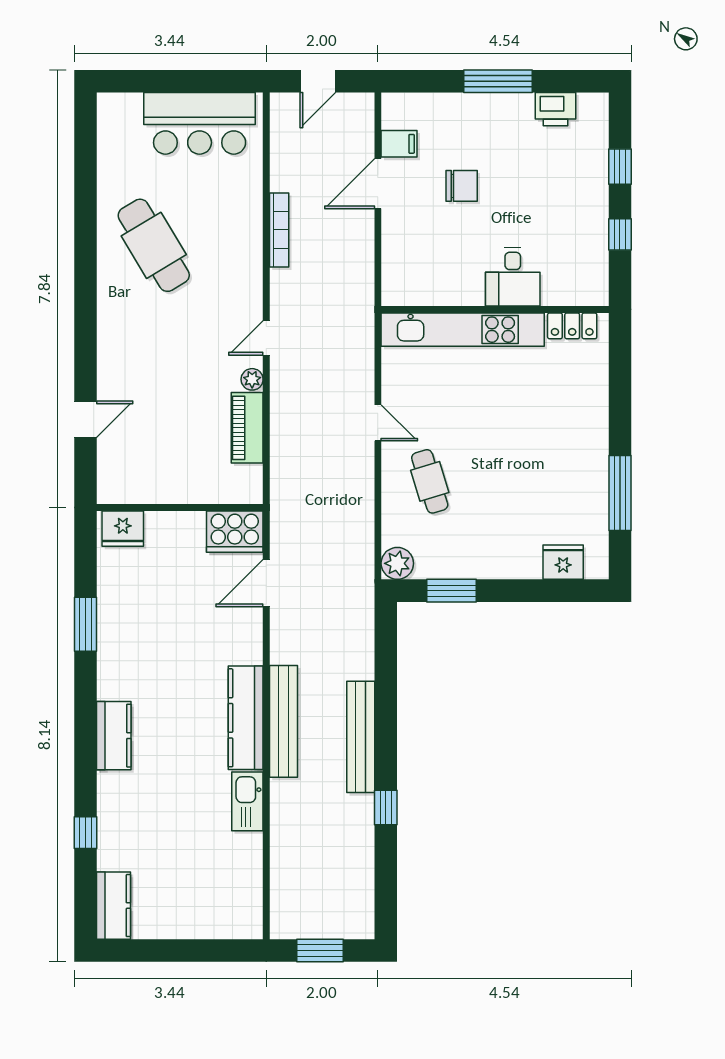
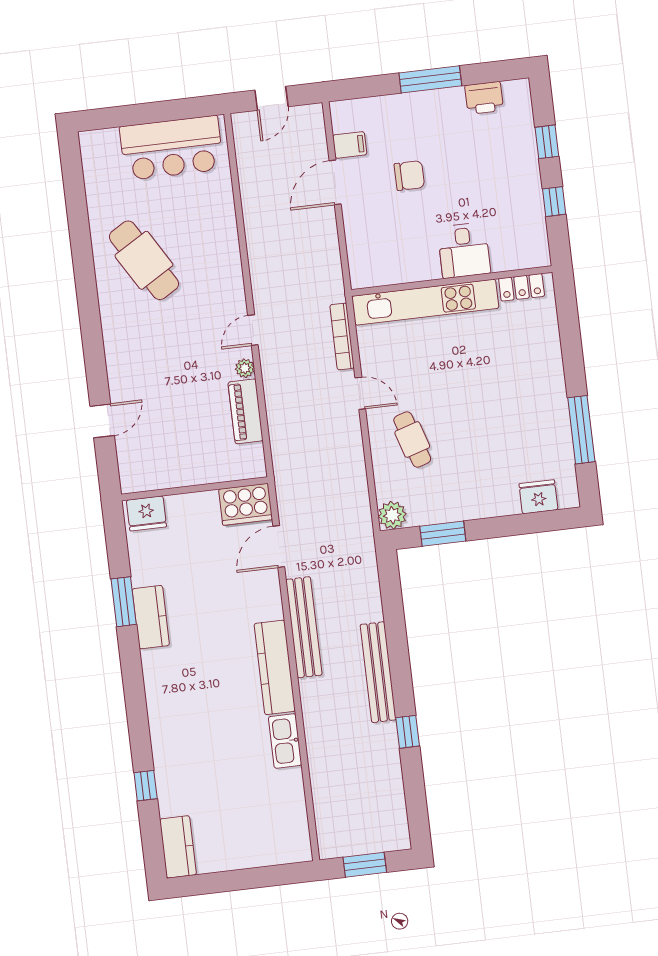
bookcase: (279, 230) -> (342, 336), moved, turned 180
bench: (284, 721) -> (304, 627), moved
kitchen counter: (114, 736) -> (151, 617), moved

